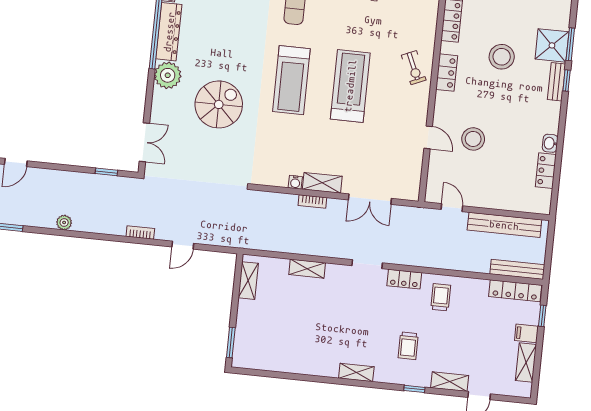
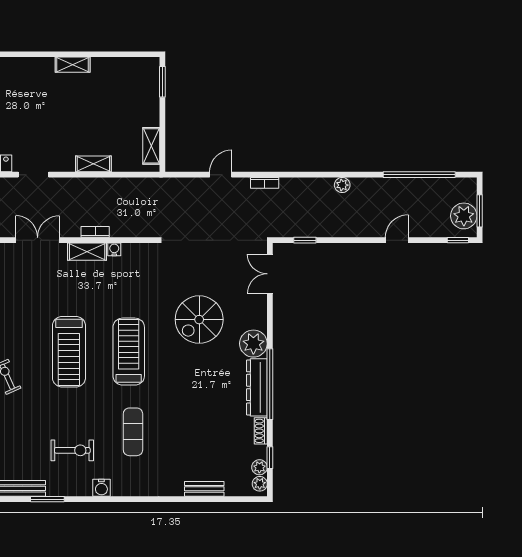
shelving: (356, 372) -> (73, 65), moved

